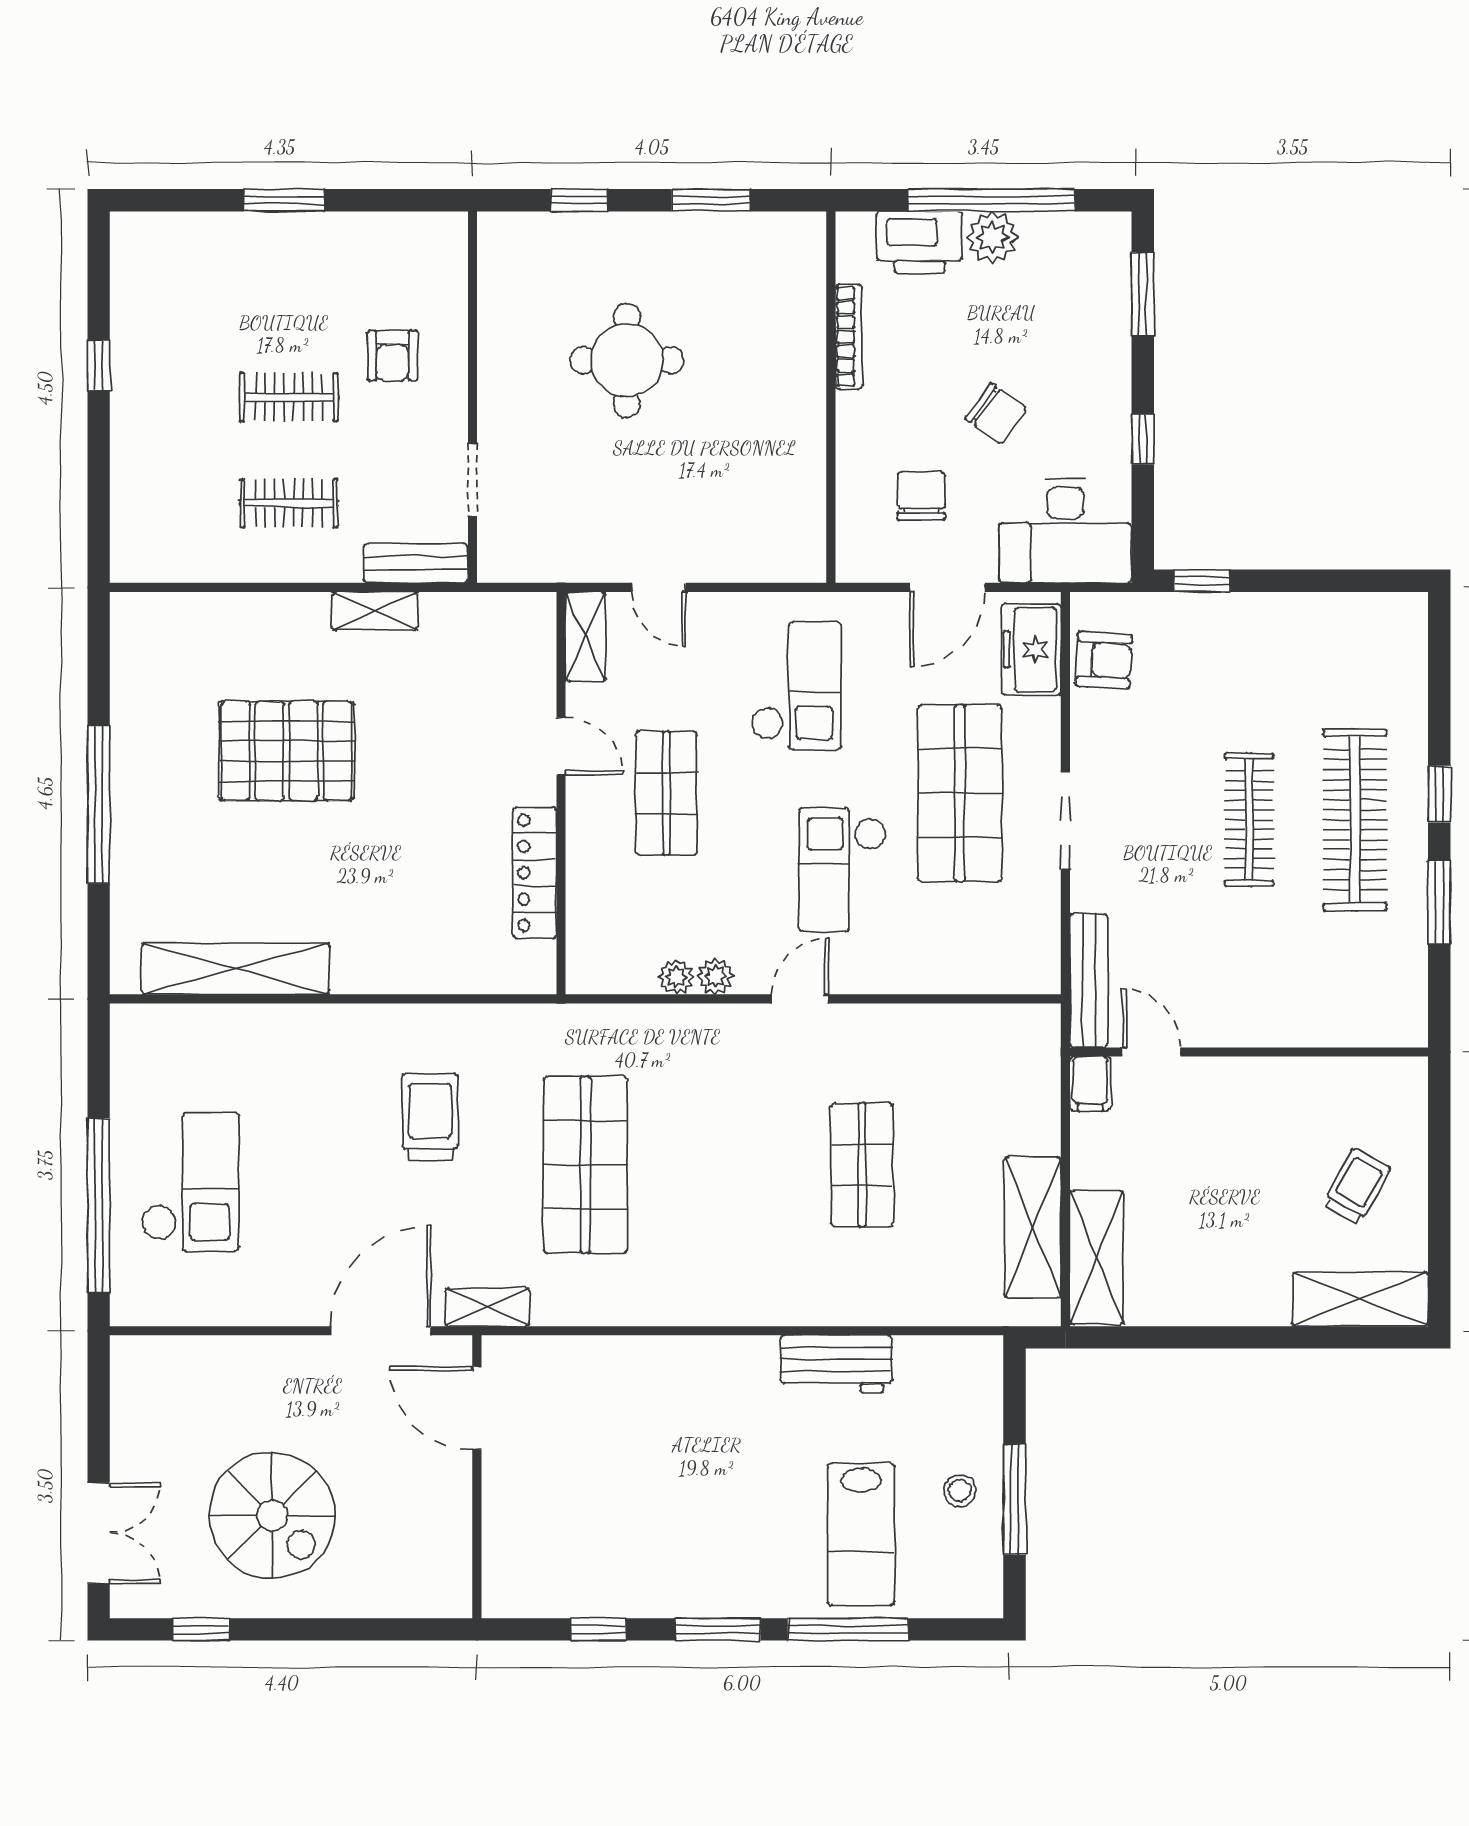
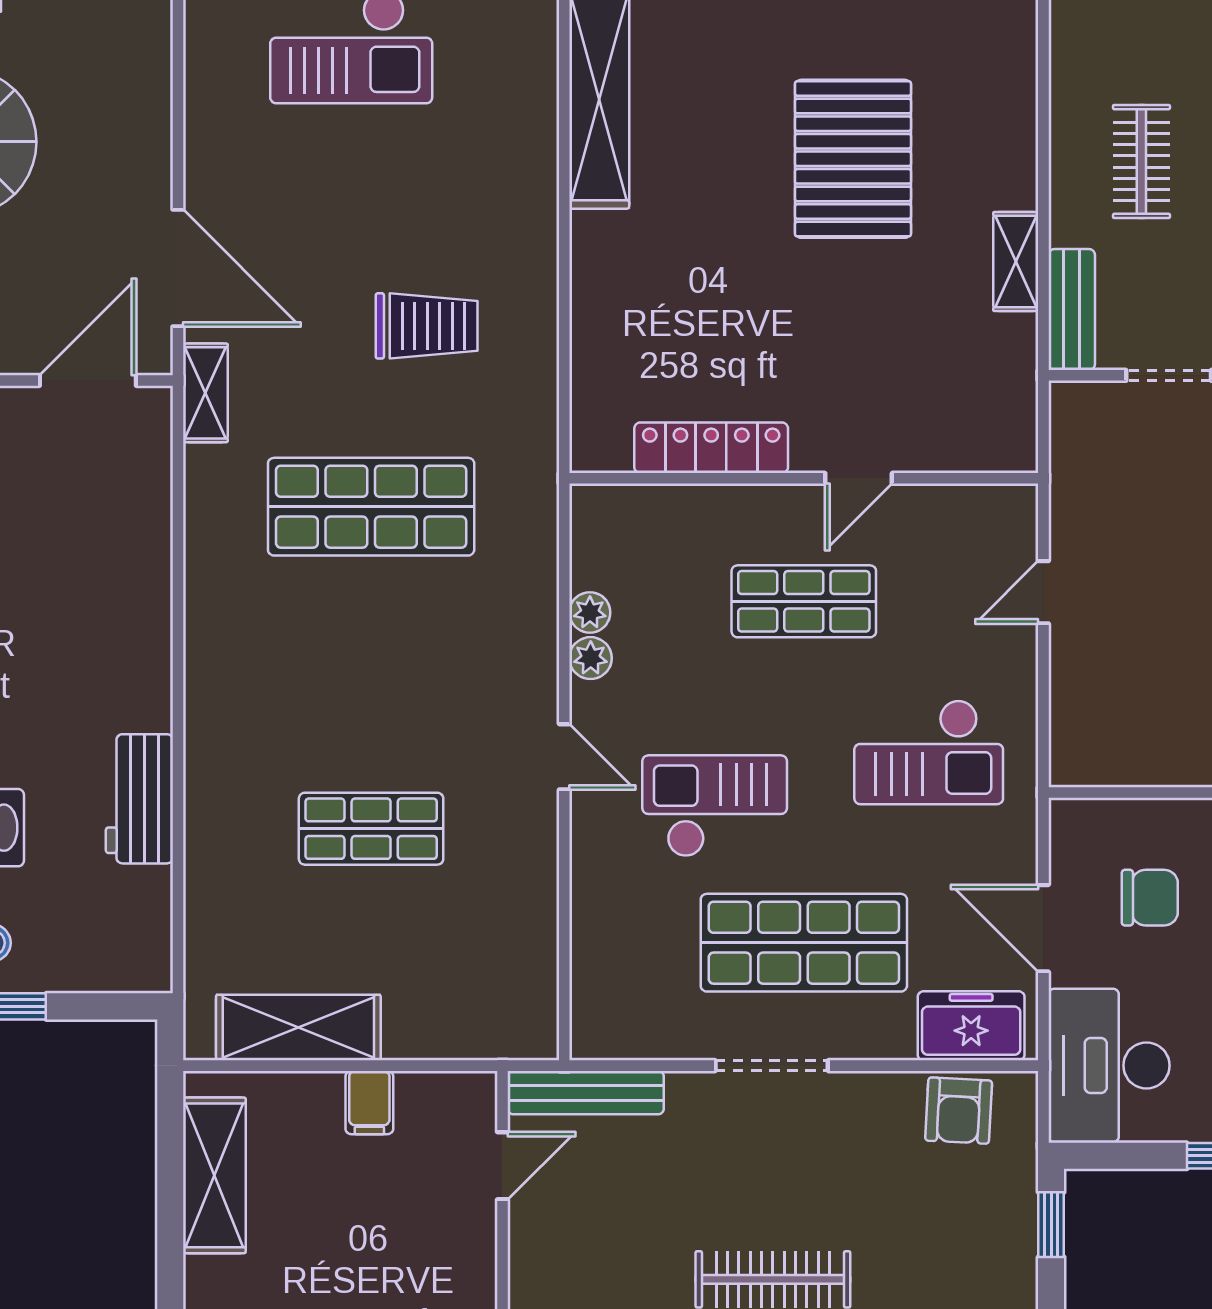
shelving: (586, 637) -> (986, 507), removed
filing cabinet: (1090, 1084) -> (369, 1103), moved, turned -90
shelving: (1097, 1257) -> (214, 1175), moved, turned 90

